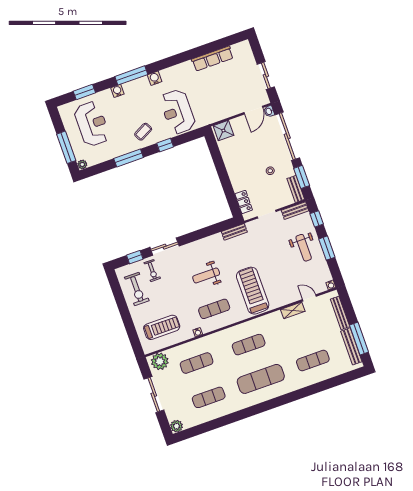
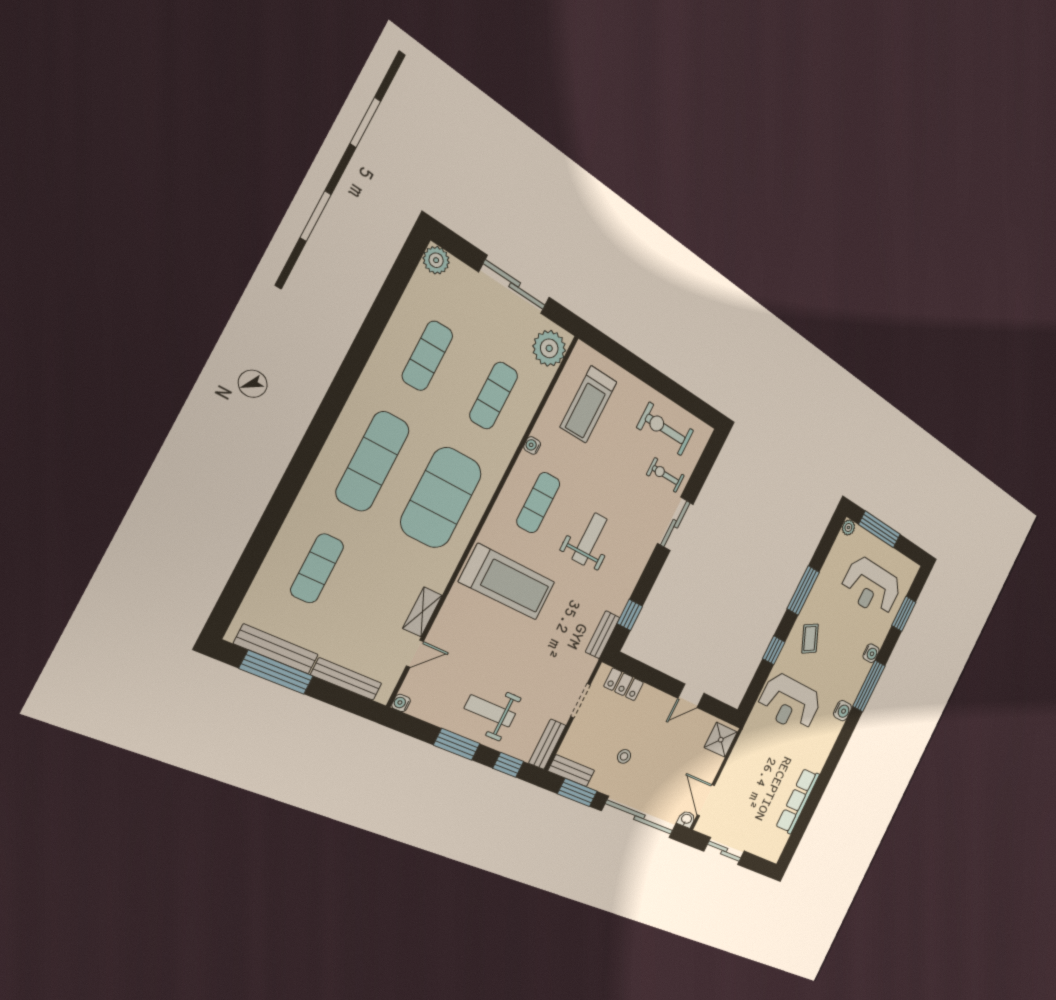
reception desk: (178, 112) -> (790, 703), turned 180
door: (220, 166) -> (691, 696), added
window: (135, 257) -> (630, 615), moved
exercise mat: (249, 345) -> (441, 498), width x2.00, depth x1.45

